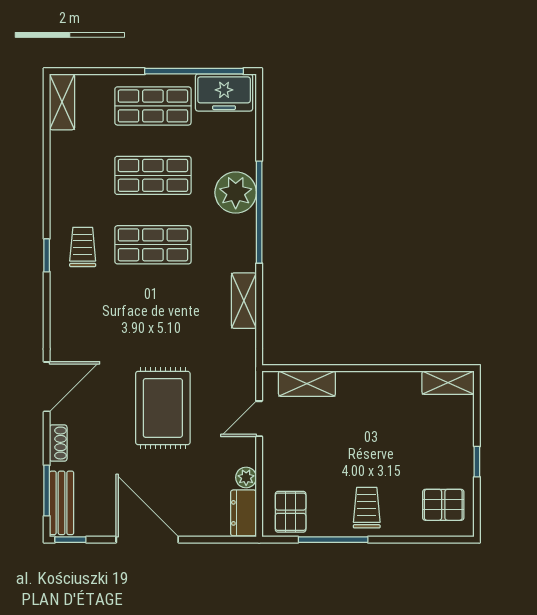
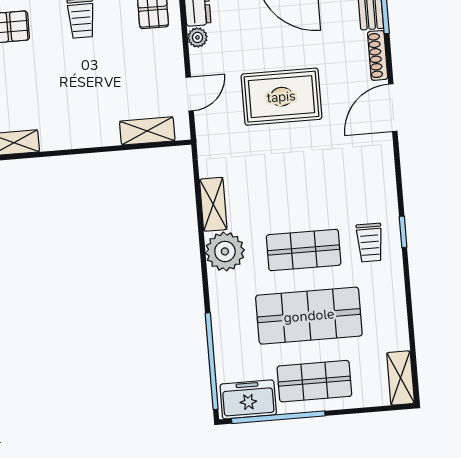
shop shelf: (153, 175) -> (309, 316), width x1.43, depth x1.36
plant: (236, 193) -> (225, 251), moved
window: (259, 212) -> (212, 361), moved
rug: (163, 408) -> (281, 97), turned 90
shoe rack: (58, 443) -> (378, 55), width x1.43

